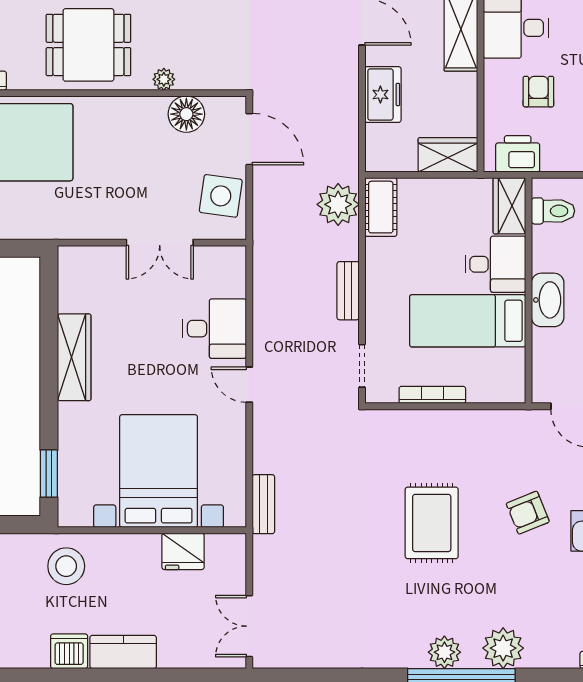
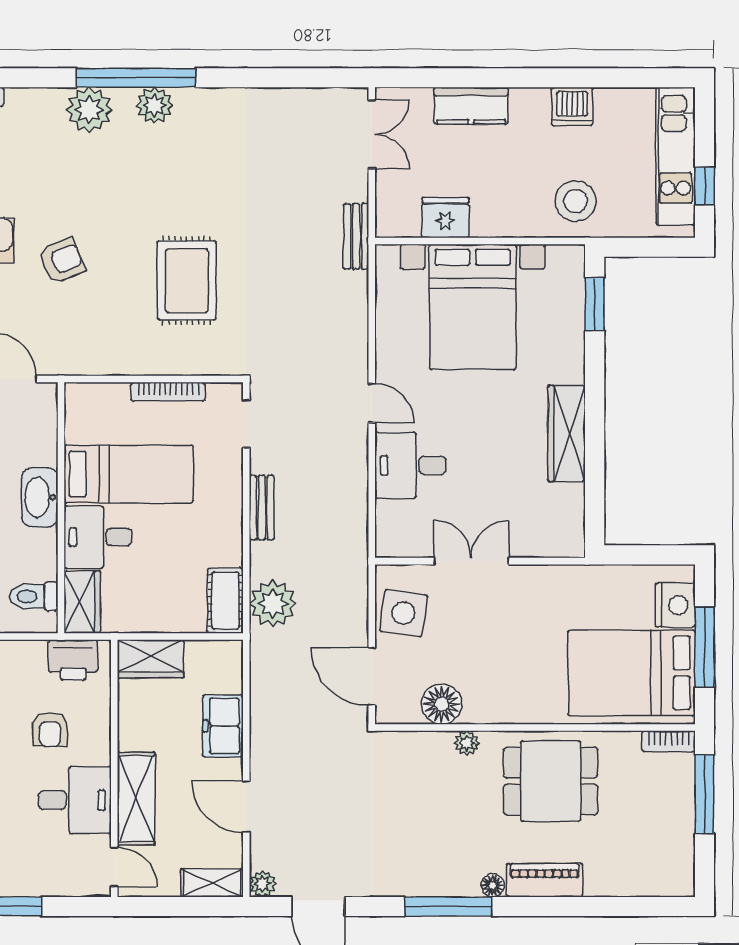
bench: (263, 504) -> (356, 236), moved
rug: (432, 523) -> (187, 280), moved
kitchen counter: (123, 652) -> (471, 106), moved

